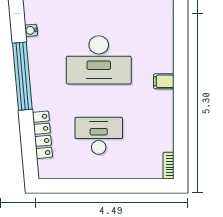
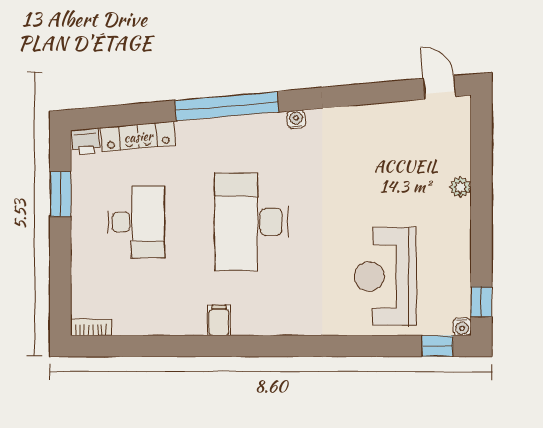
printer: (46, 169) -> (86, 141), added
window: (80, 186) -> (60, 194), added

